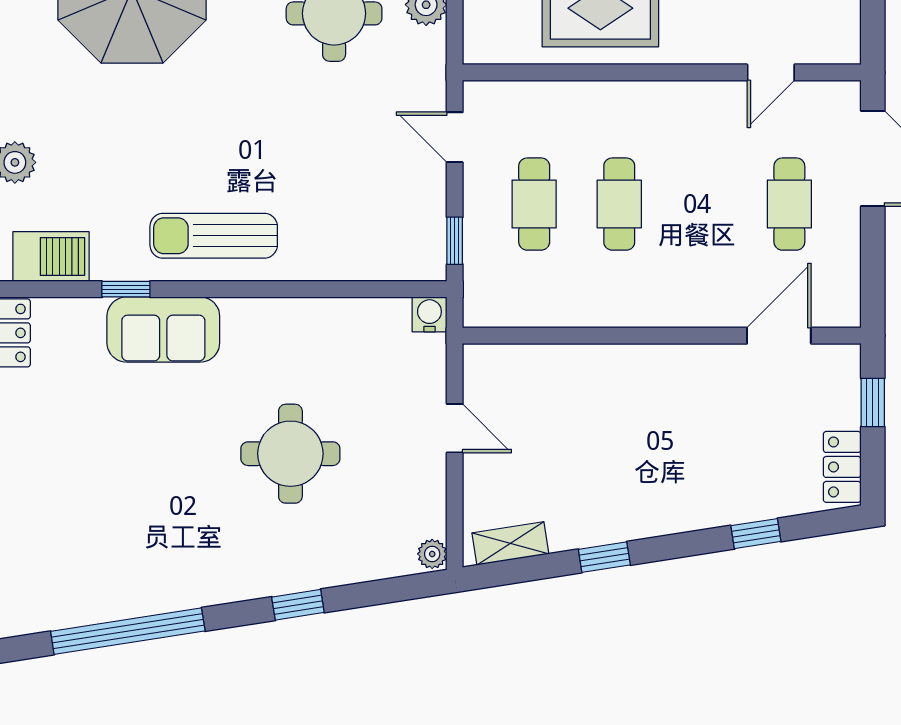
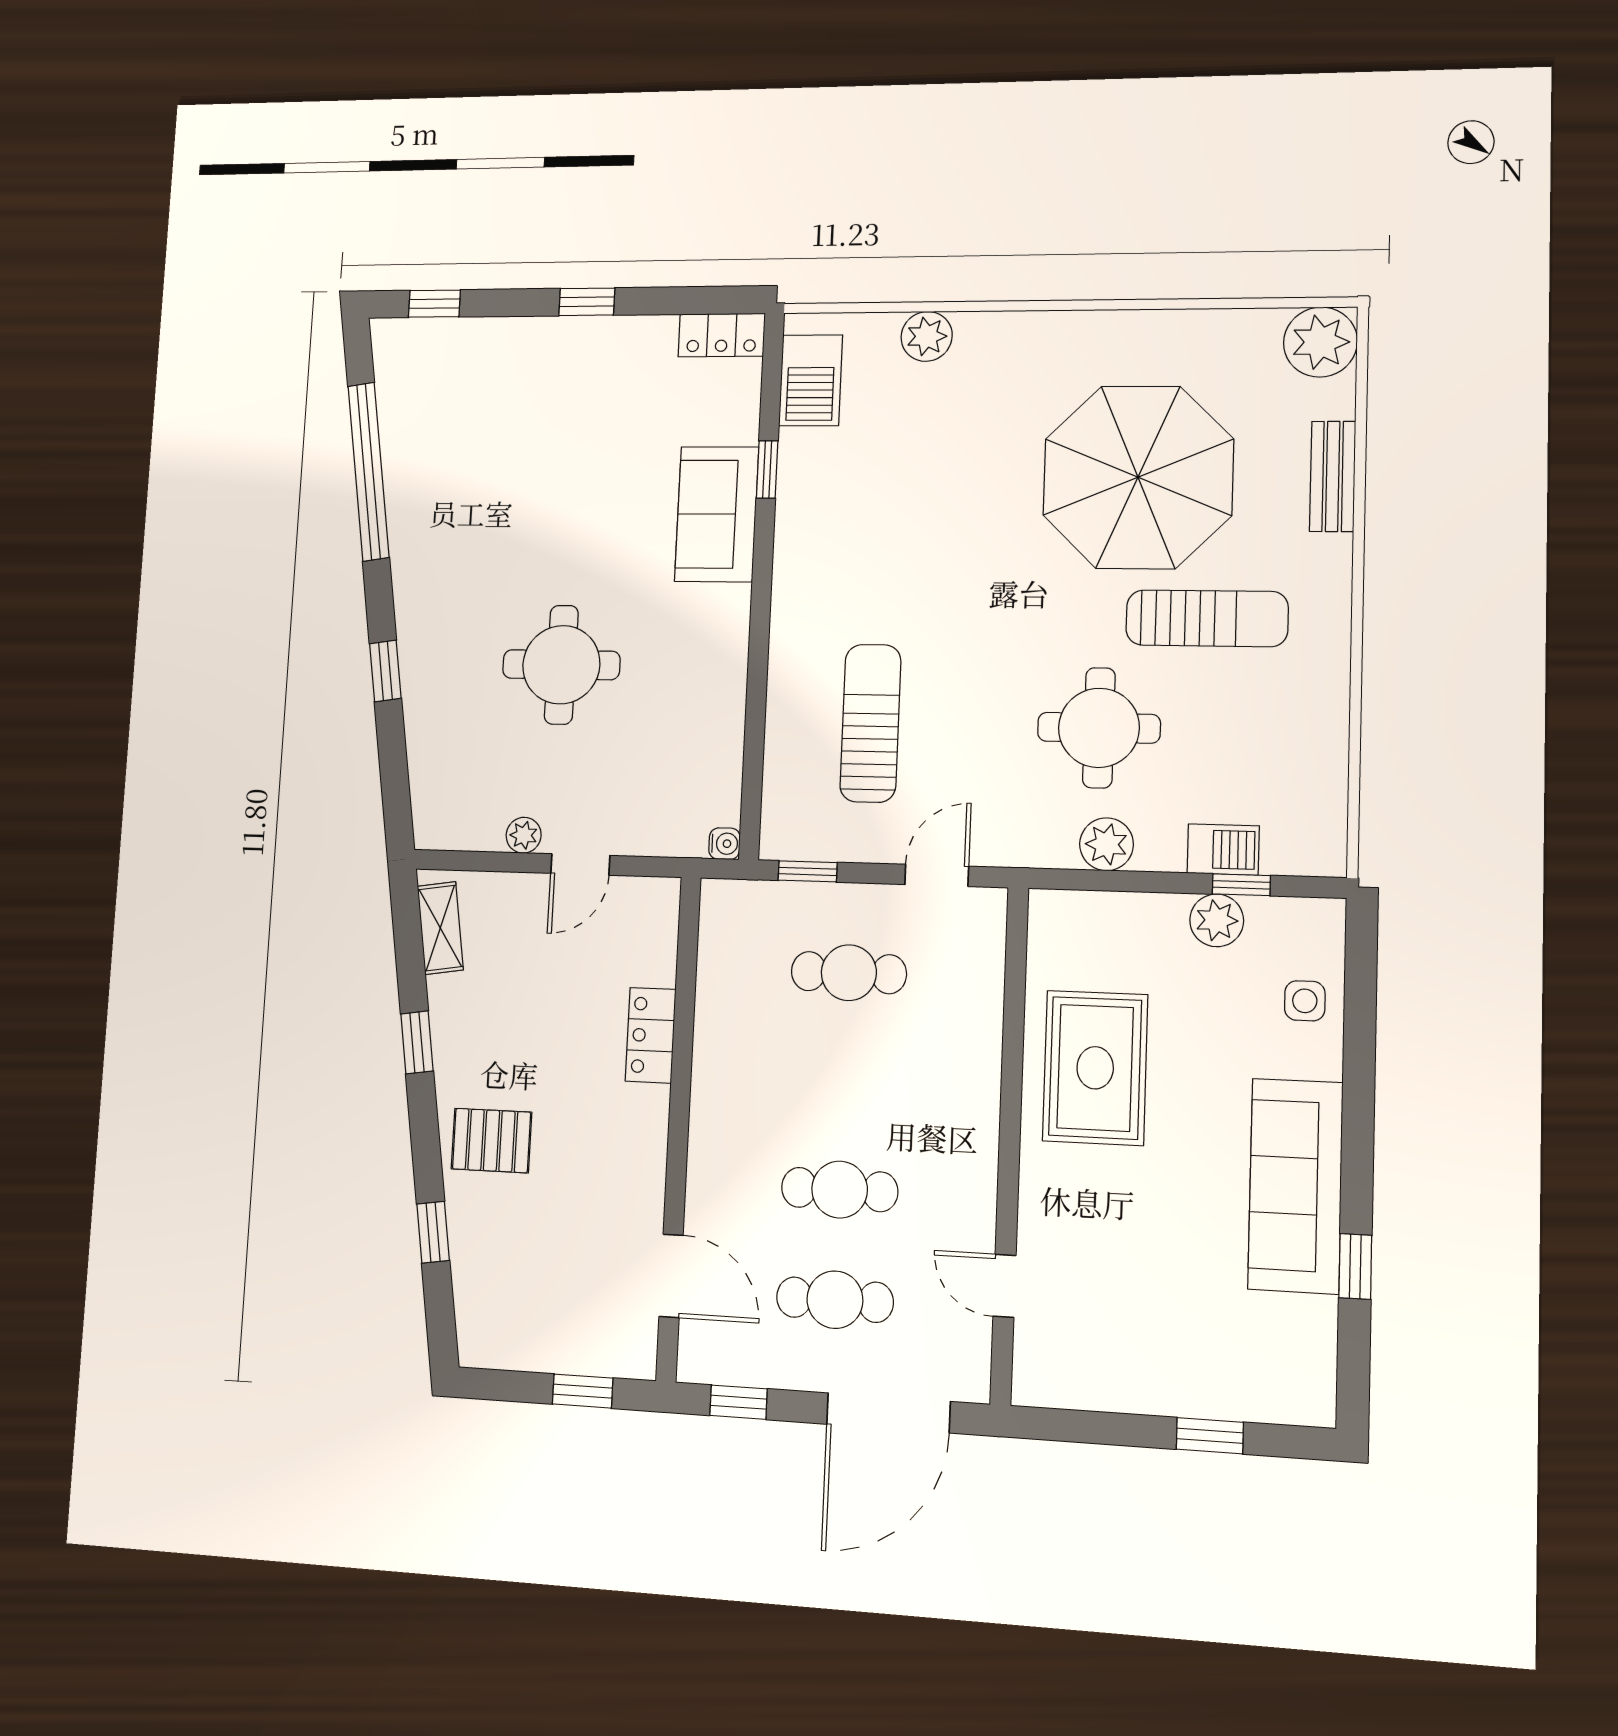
cafe table: (619, 204) -> (840, 1190), moved
sun lounger: (214, 236) -> (870, 723), moved
window: (873, 277) -> (739, 1402), added
water cooler: (429, 314) -> (725, 844), width x0.72, depth x0.72
locker: (842, 467) -> (651, 1035), moved, turned -90
pallet: (680, 489) -> (491, 1141), added
plant: (432, 554) -> (524, 835), moved

